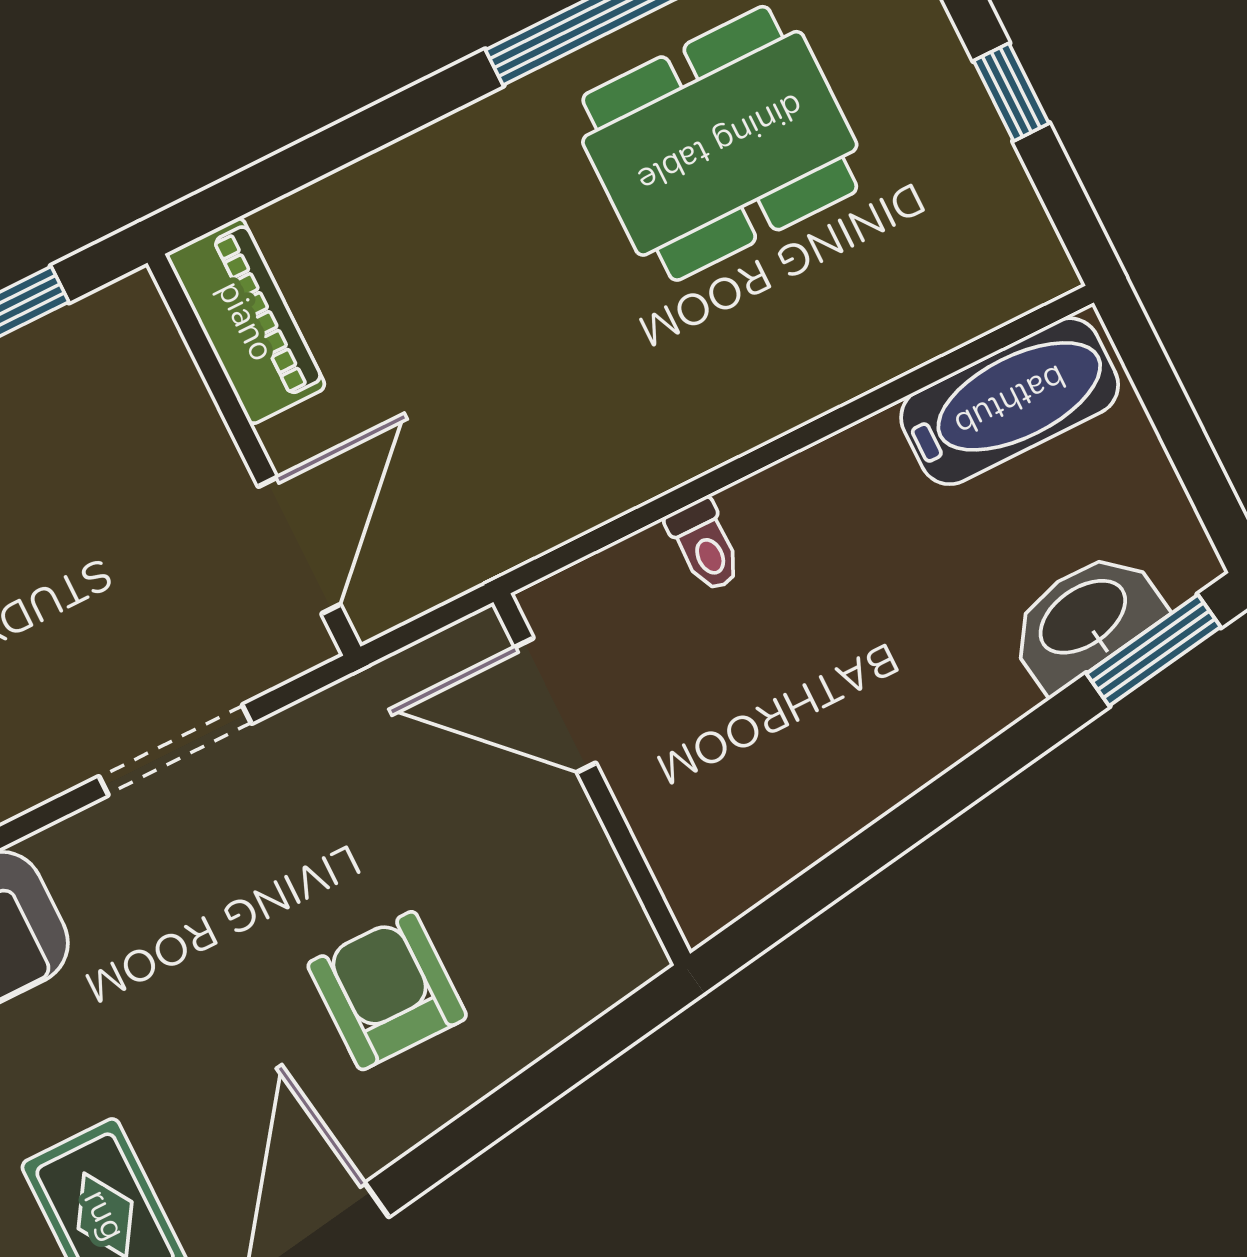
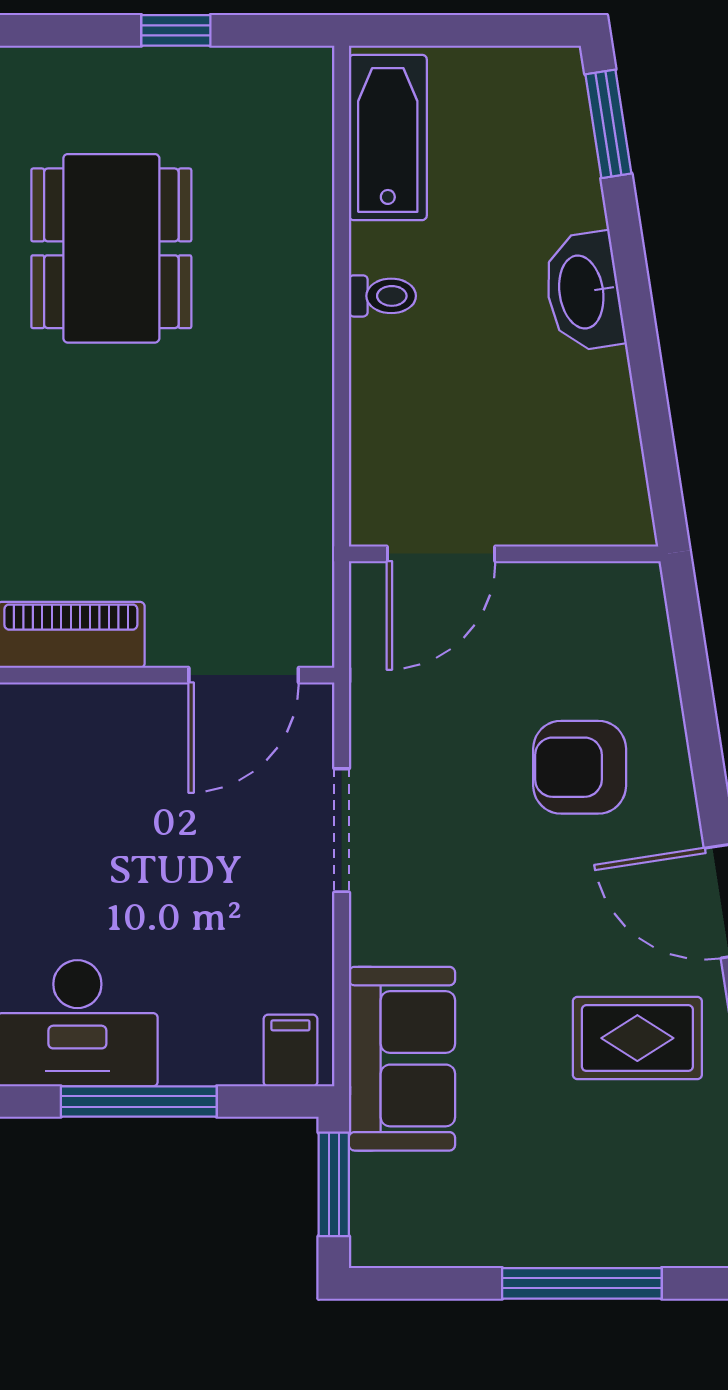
toilet: (705, 545) -> (382, 296), moved
door: (299, 546) -> (244, 675), swing flipped
washbasin: (1084, 619) -> (583, 292), moved

